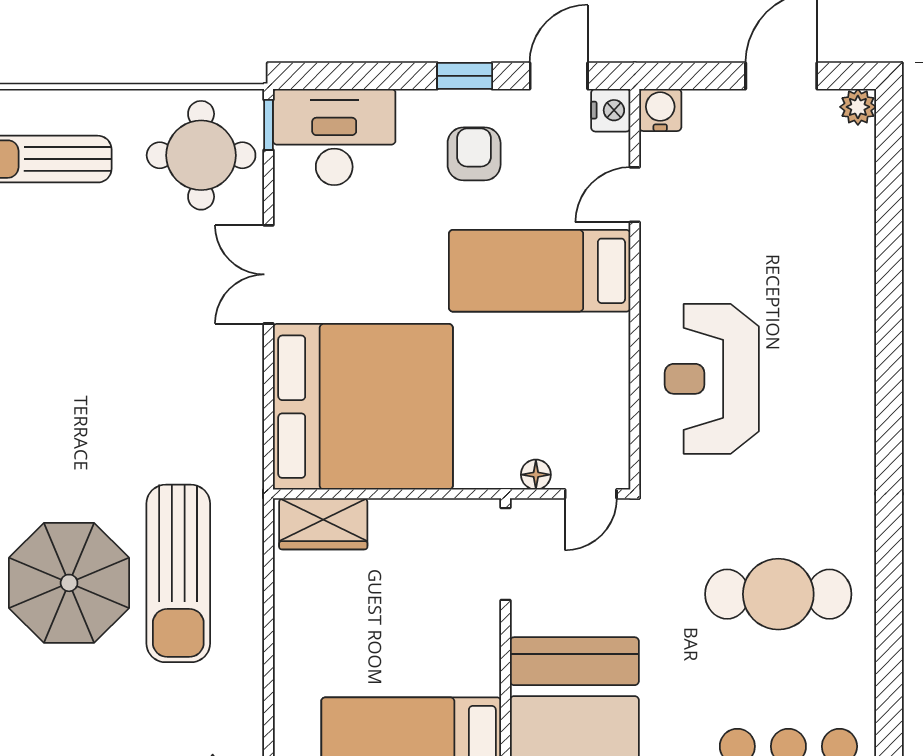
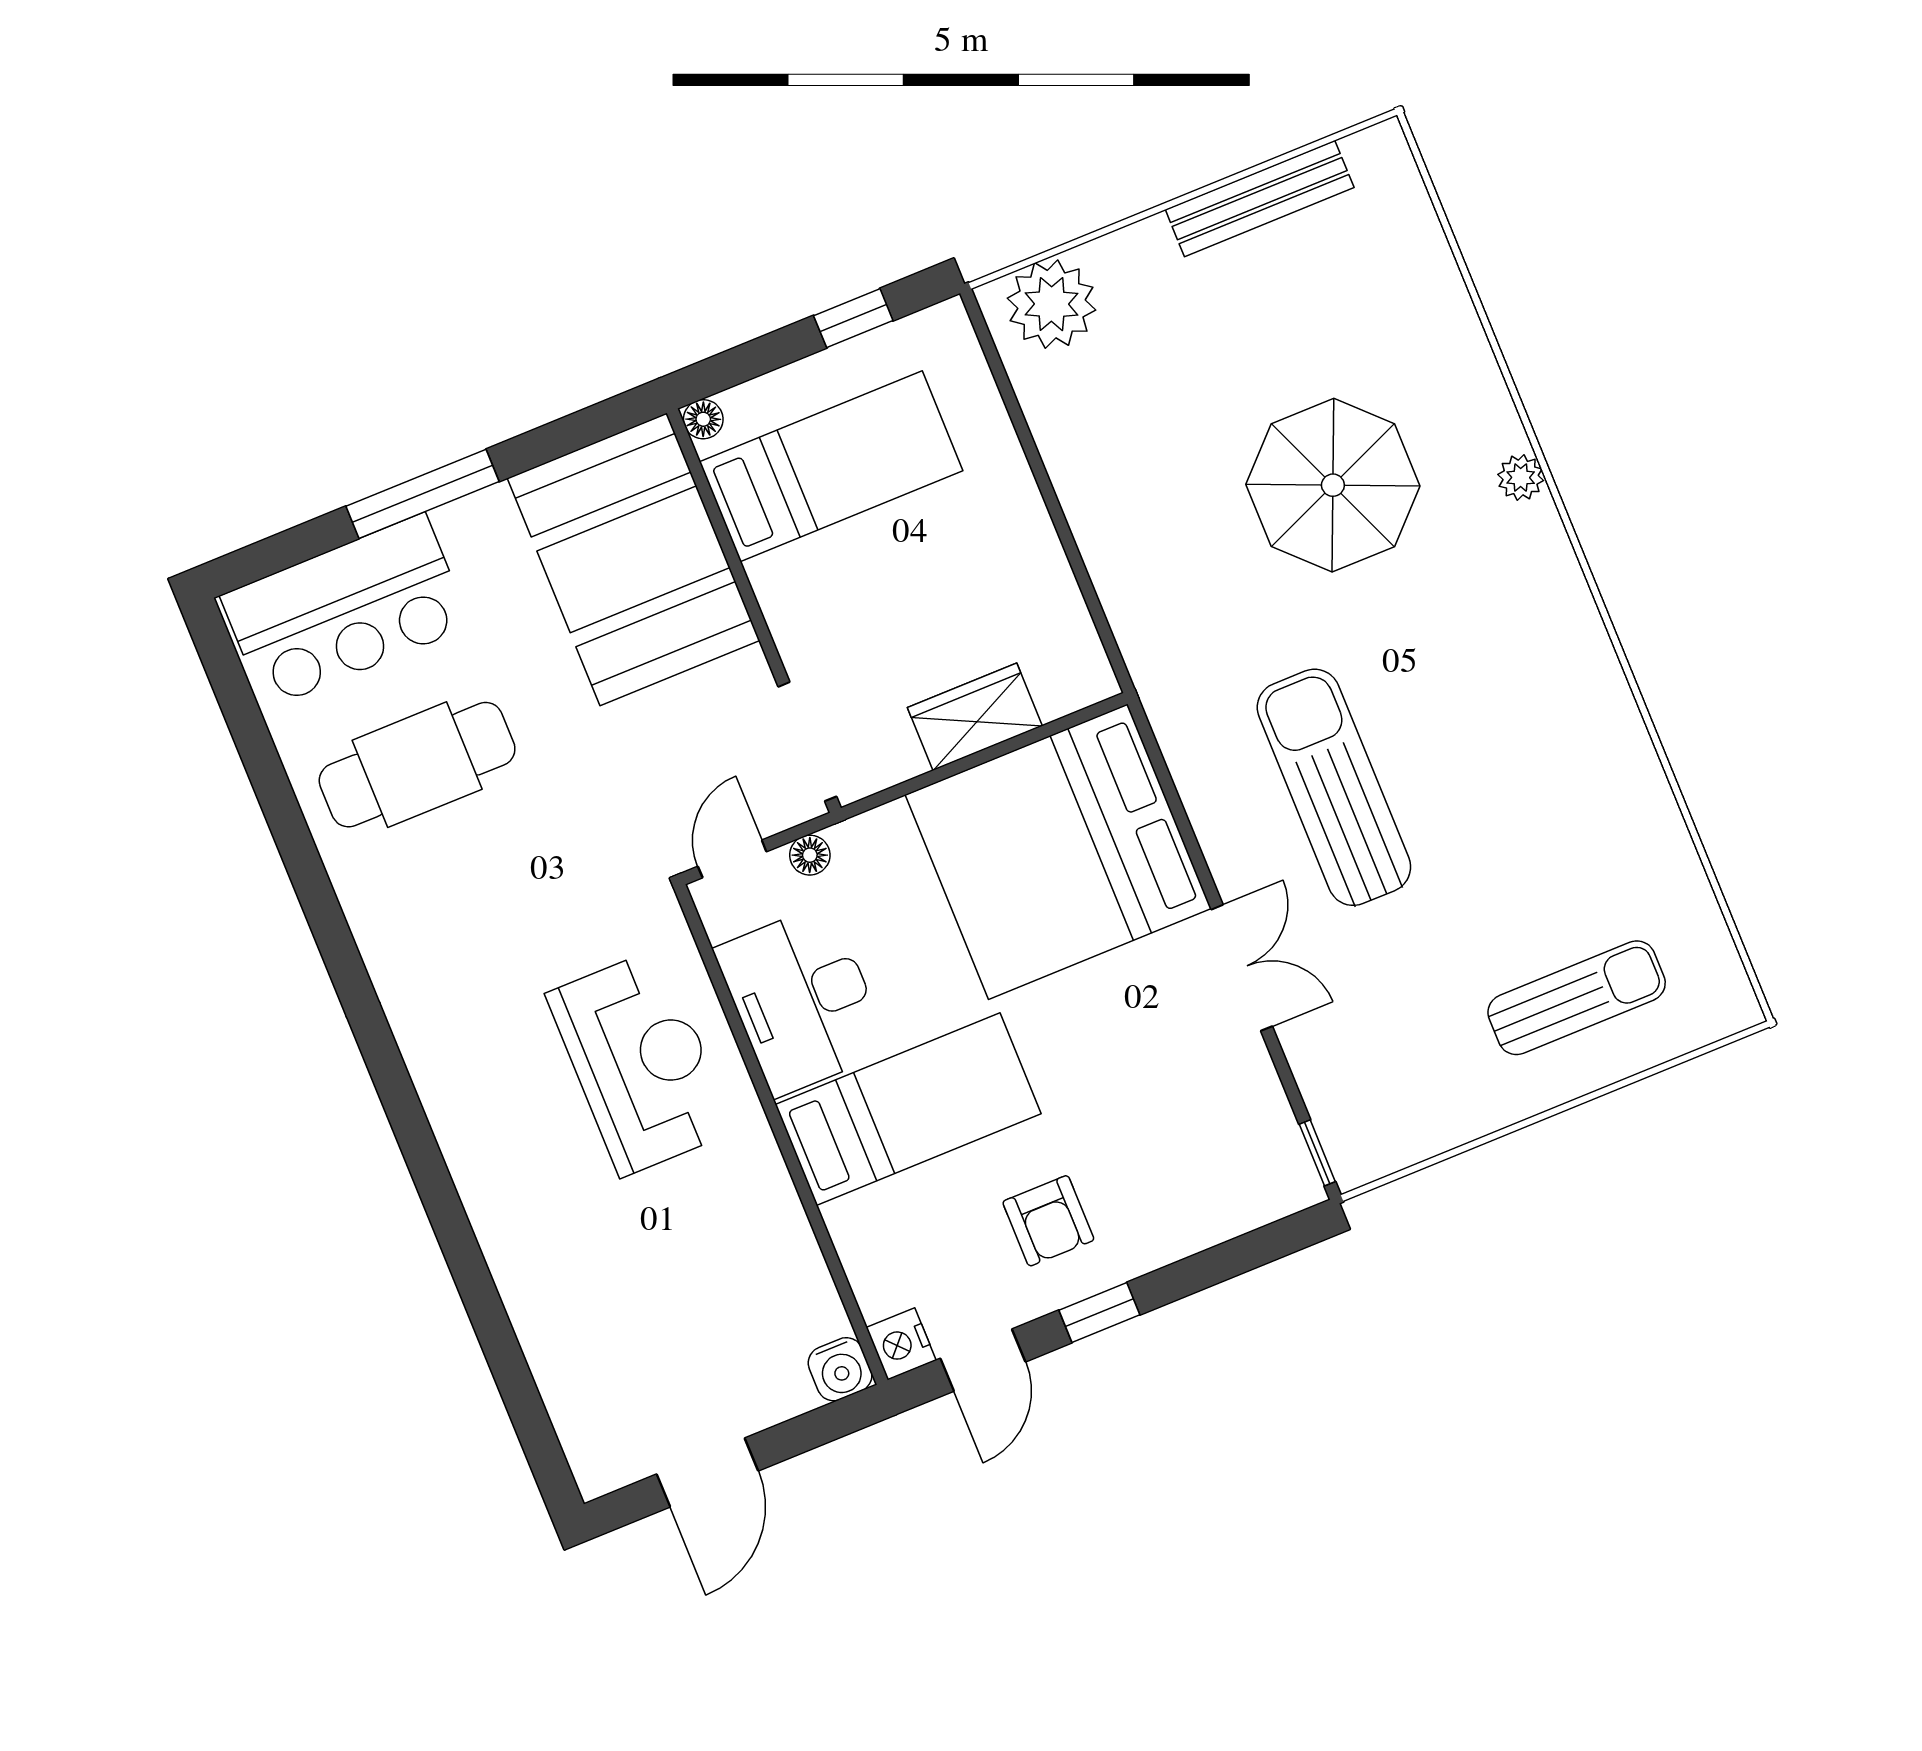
plant: (858, 107) -> (597, 1473), removed
desk: (334, 137) -> (802, 1000), moved, turned 90
round table: (201, 155) -> (1385, 1081), removed
door: (635, 195) -> (829, 1252), removed
wardrobe: (323, 524) -> (975, 717), moved
sun lounger: (178, 573) -> (1334, 787), moved
cafe table: (778, 594) -> (417, 765), moved

